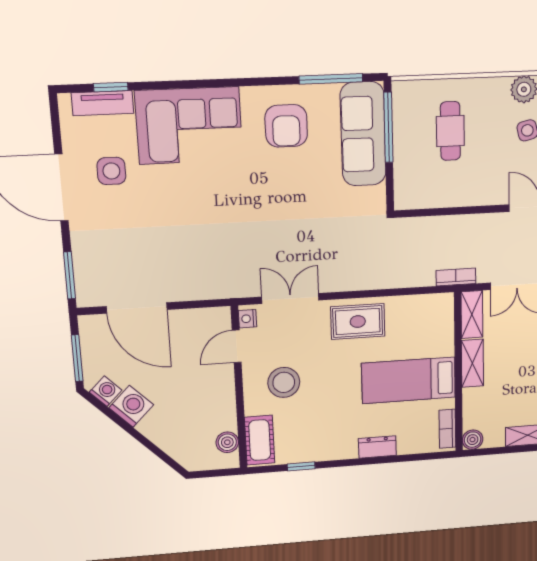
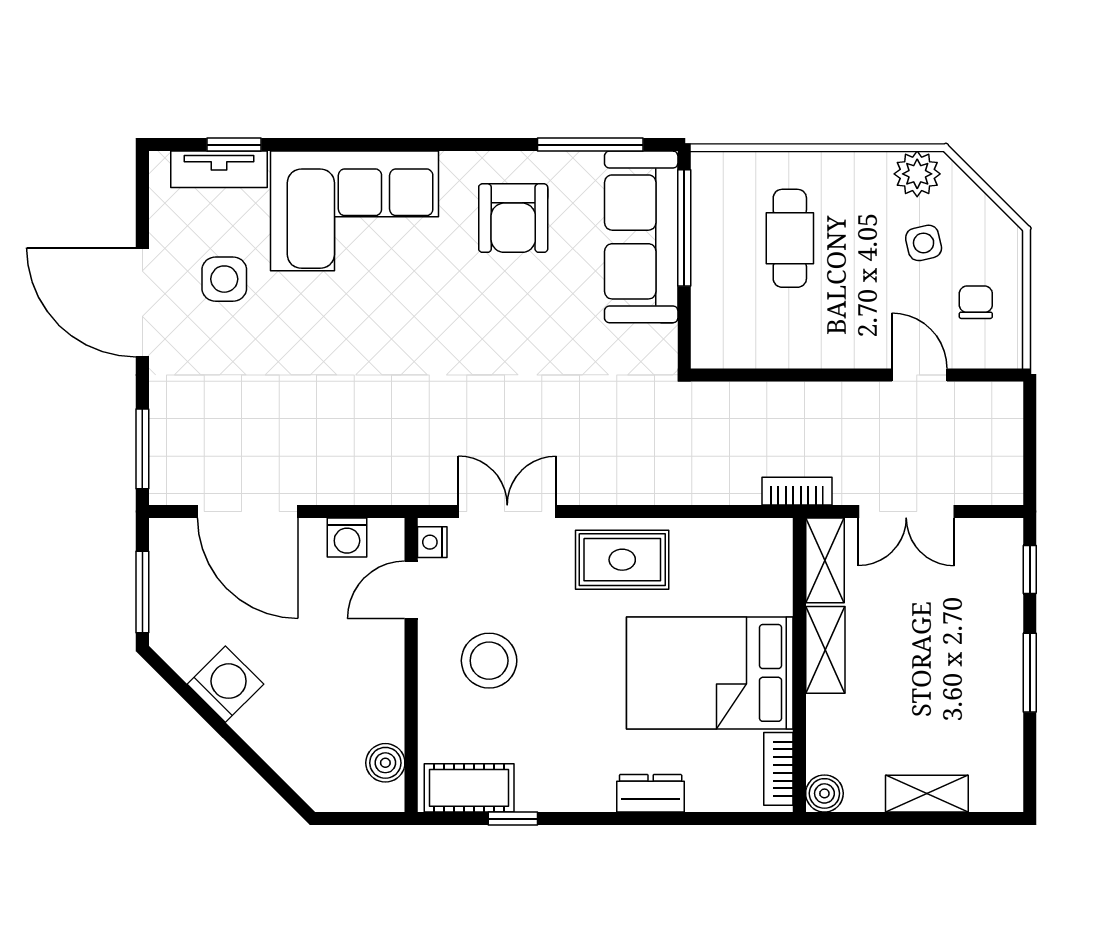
bed: (409, 380) -> (710, 673), width x1.50
washing machine: (106, 391) -> (347, 537), moved, turned 135
cot: (260, 440) -> (469, 788), moved, turned 90

